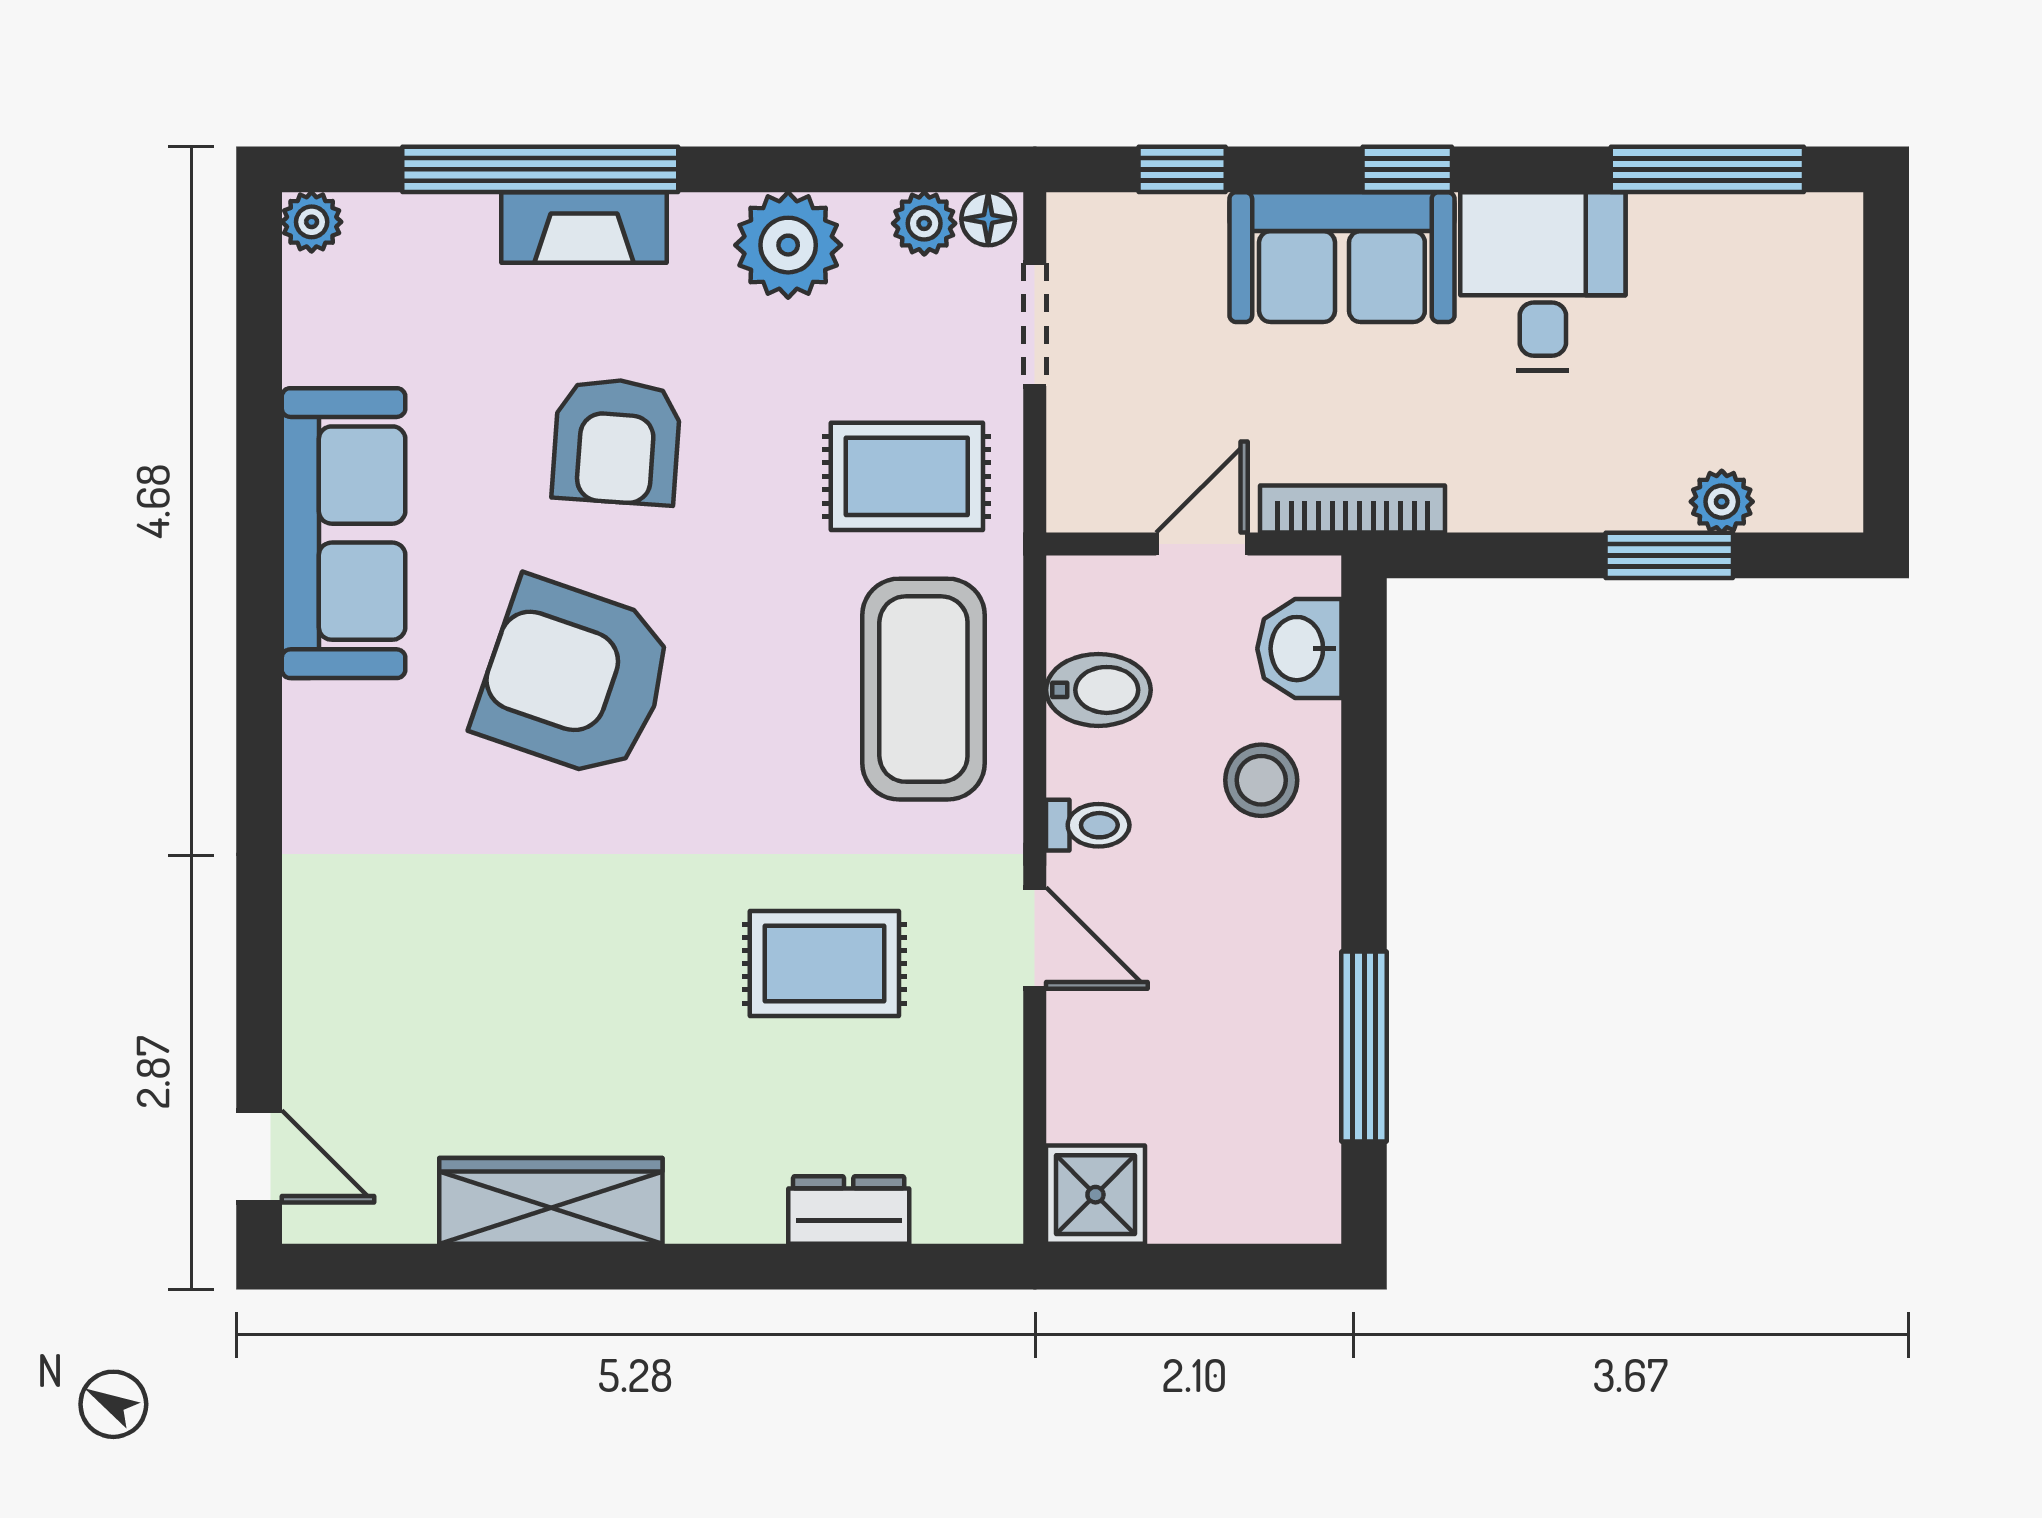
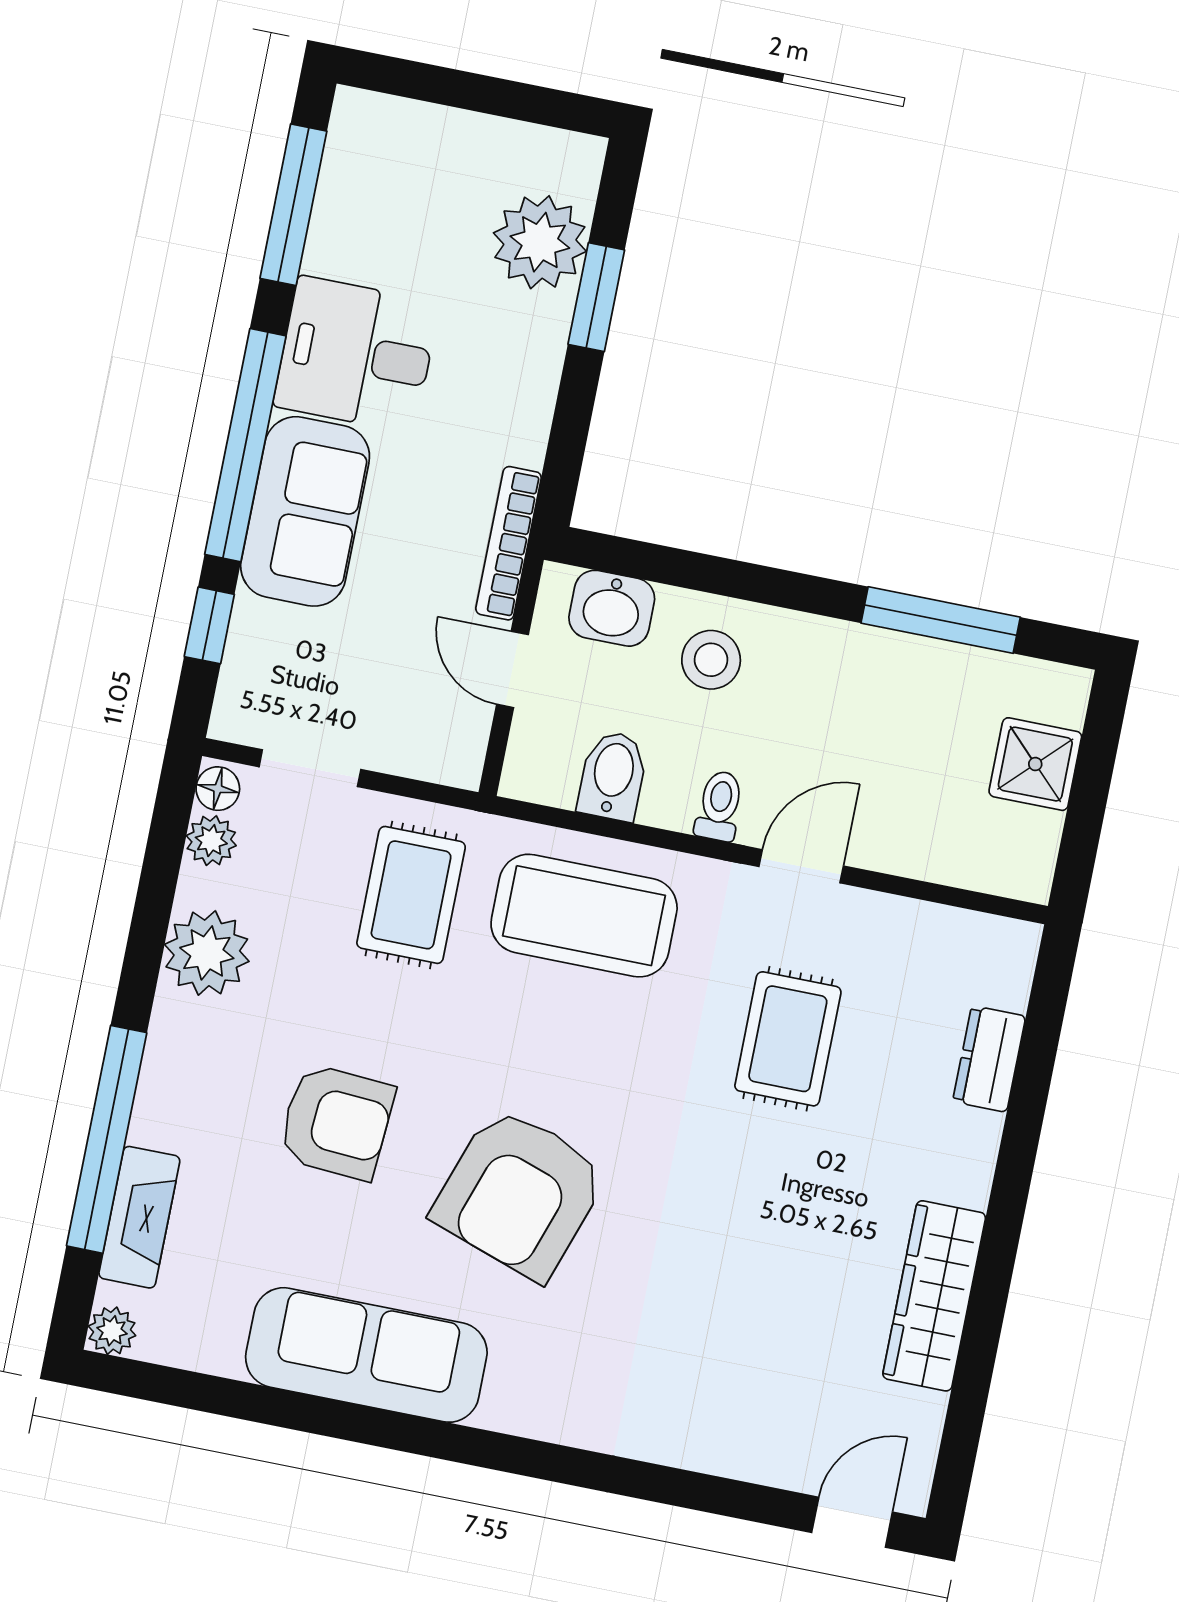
window: (1407, 169) -> (245, 445), width x3.17
fireplace: (584, 227) -> (139, 1217), moved
plant: (1722, 502) -> (540, 242), width x1.88, depth x1.88
shower: (1095, 1195) -> (1035, 764), moved

